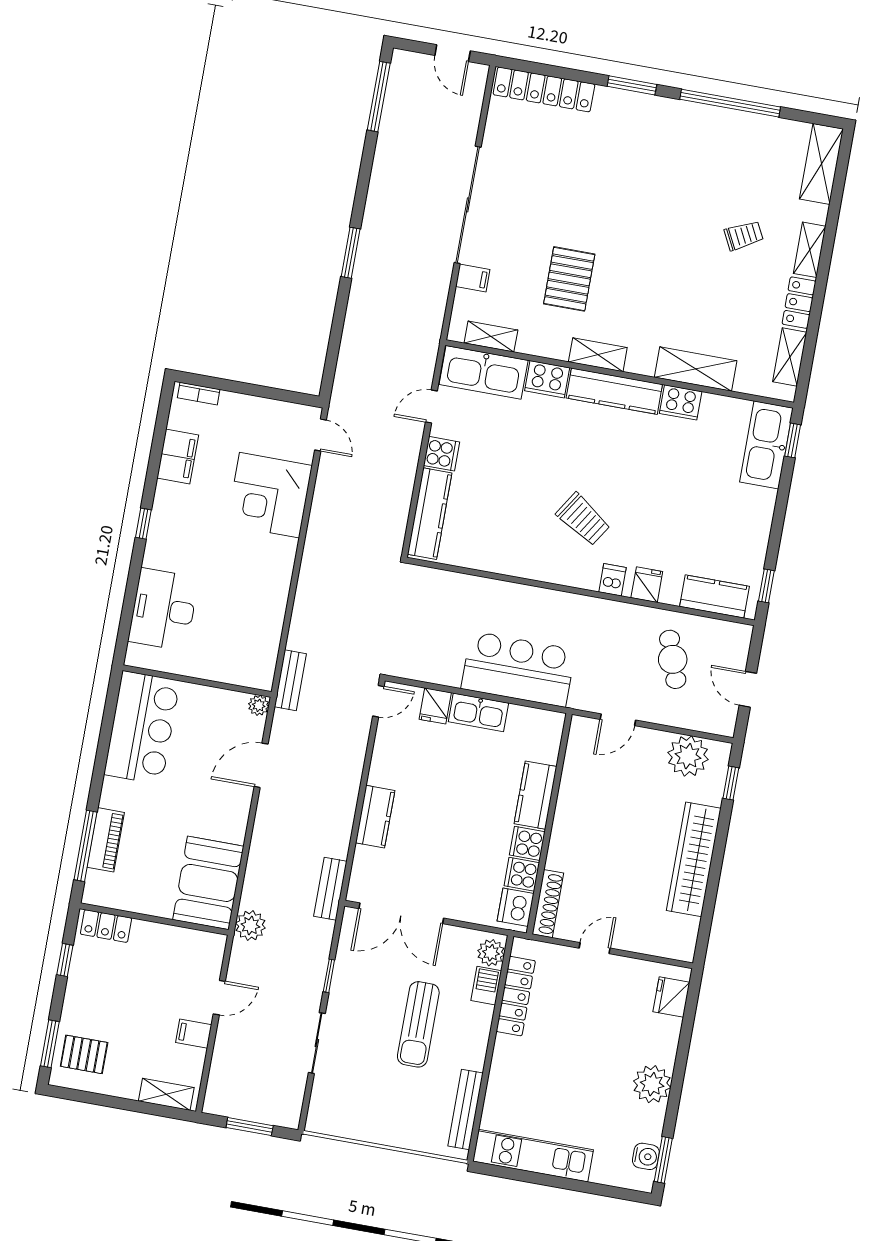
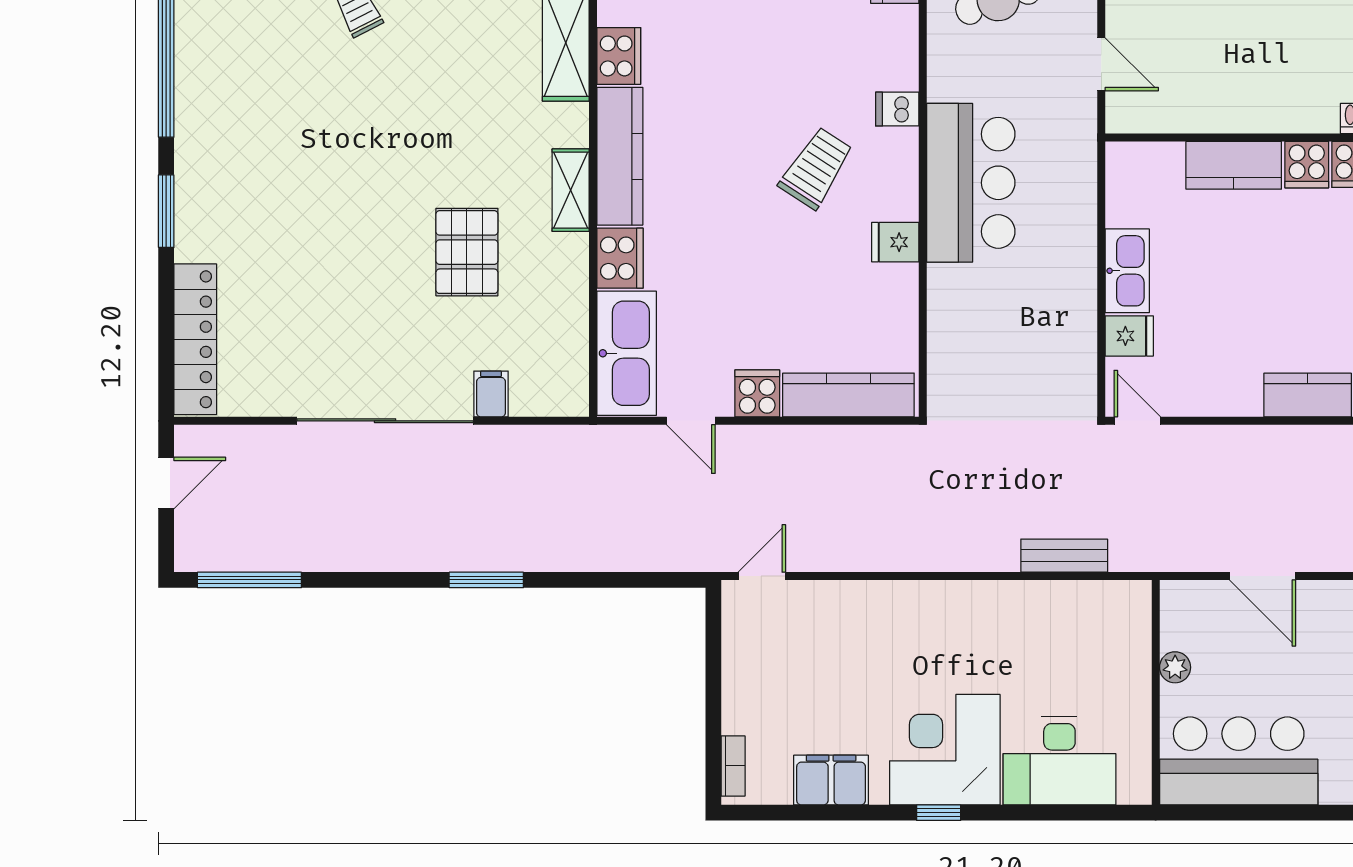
pallet: (569, 279) -> (467, 252), turned 90
shelving: (491, 337) -> (572, 352), removed
corner desk: (269, 495) -> (945, 750), moved, turned 180
fridge: (647, 585) -> (895, 242), moved
bar counter: (518, 669) -> (971, 183), moved, turned 180
bench: (290, 680) -> (1064, 556), moved
plant: (259, 705) -> (1175, 667), moved

